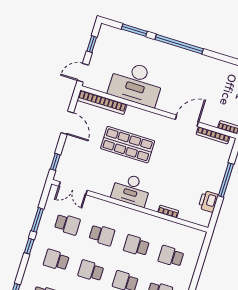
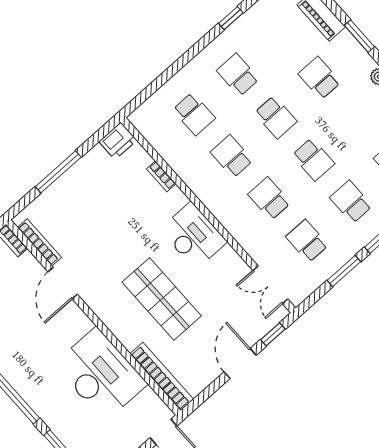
door: (187, 121) -> (63, 283), hinge flipped
door: (67, 123) -> (240, 364), moved
double door: (73, 188) -> (270, 285), swing flipped
printer: (208, 201) -> (118, 141), moved
school desk: (136, 246) -> (232, 156), turned 180
school desk: (56, 260) -> (351, 202), turned 180

